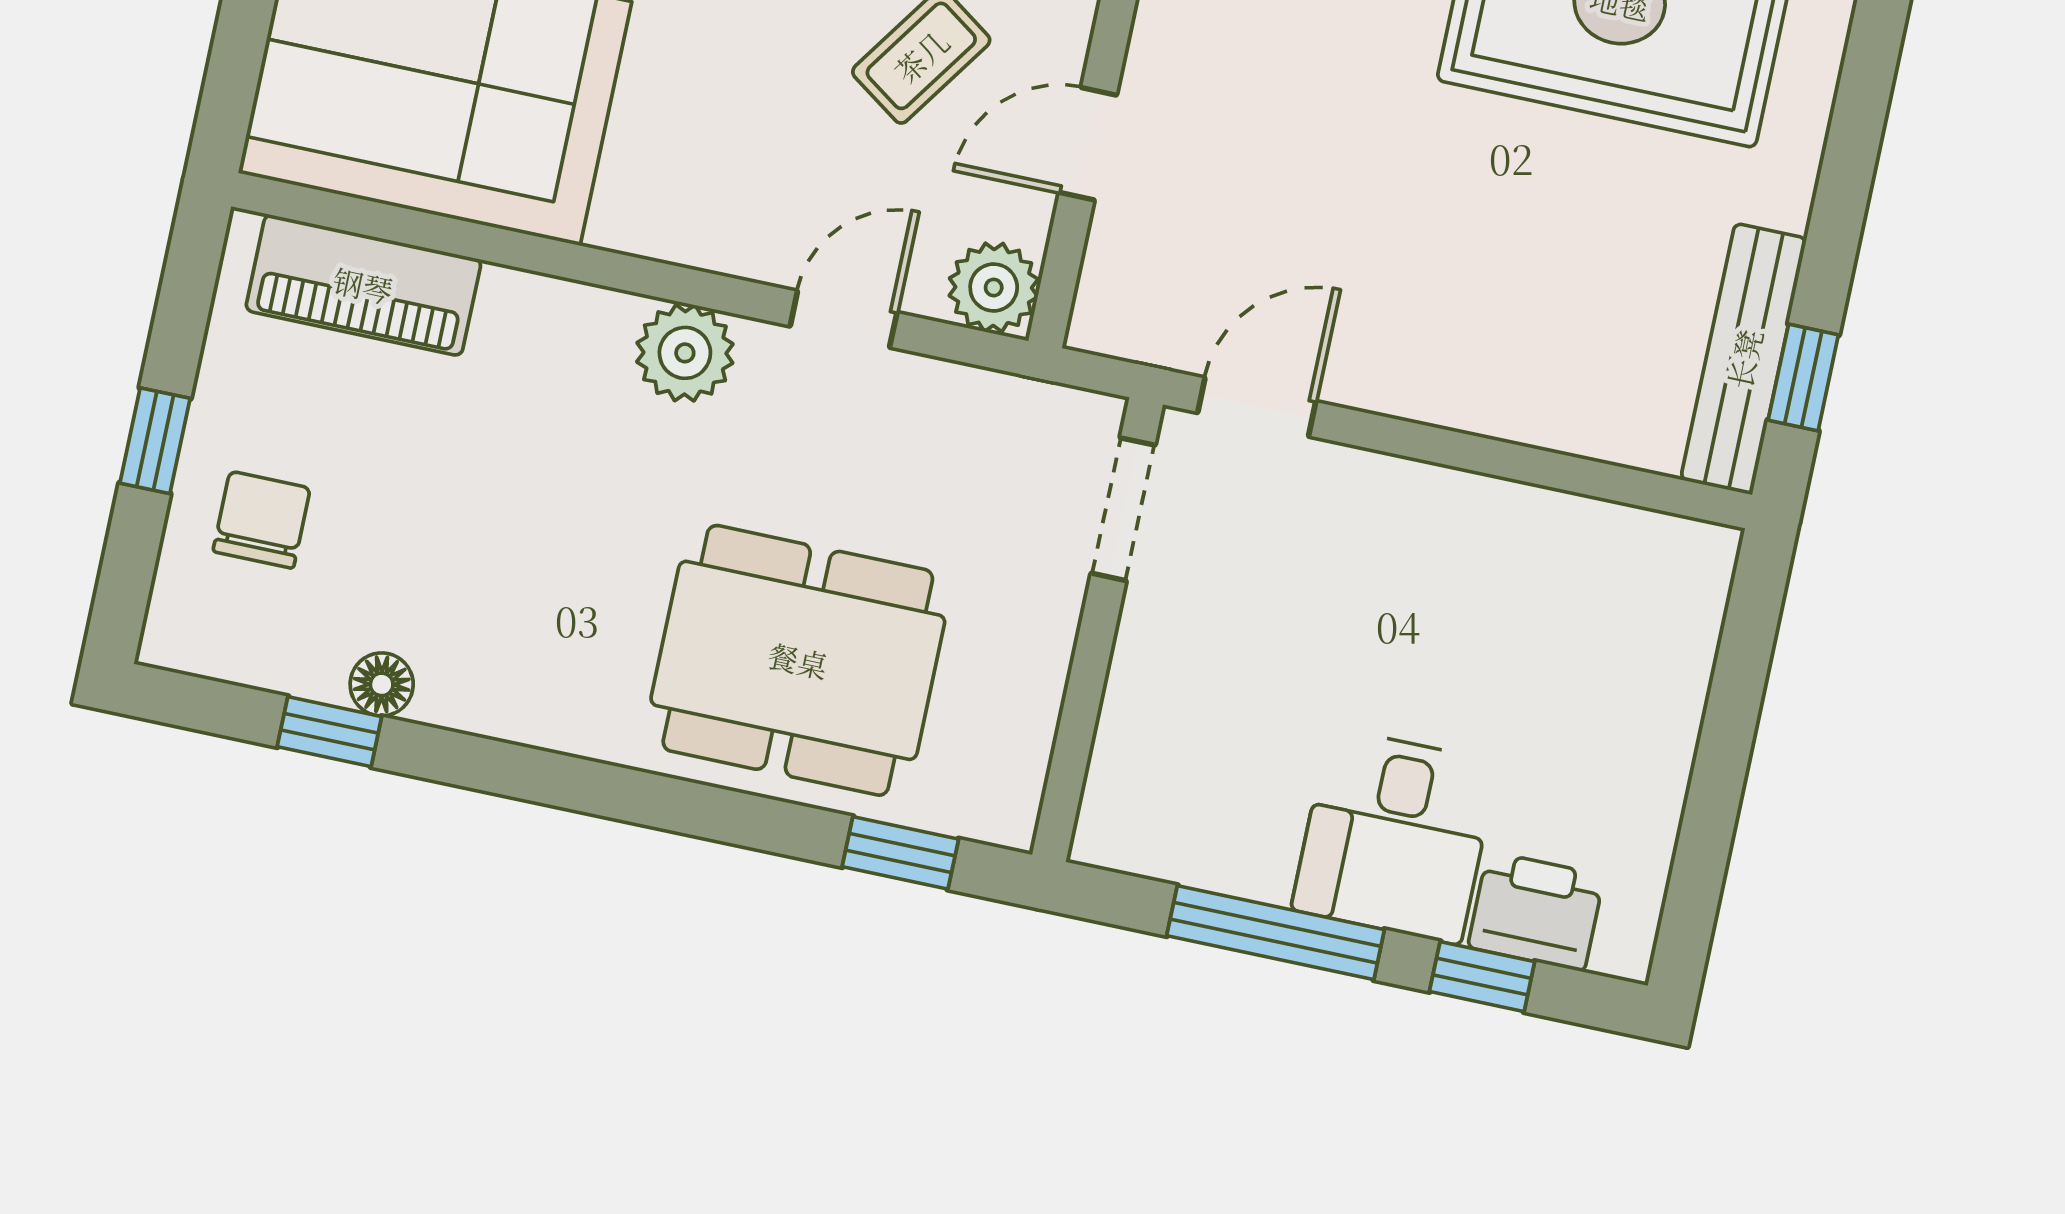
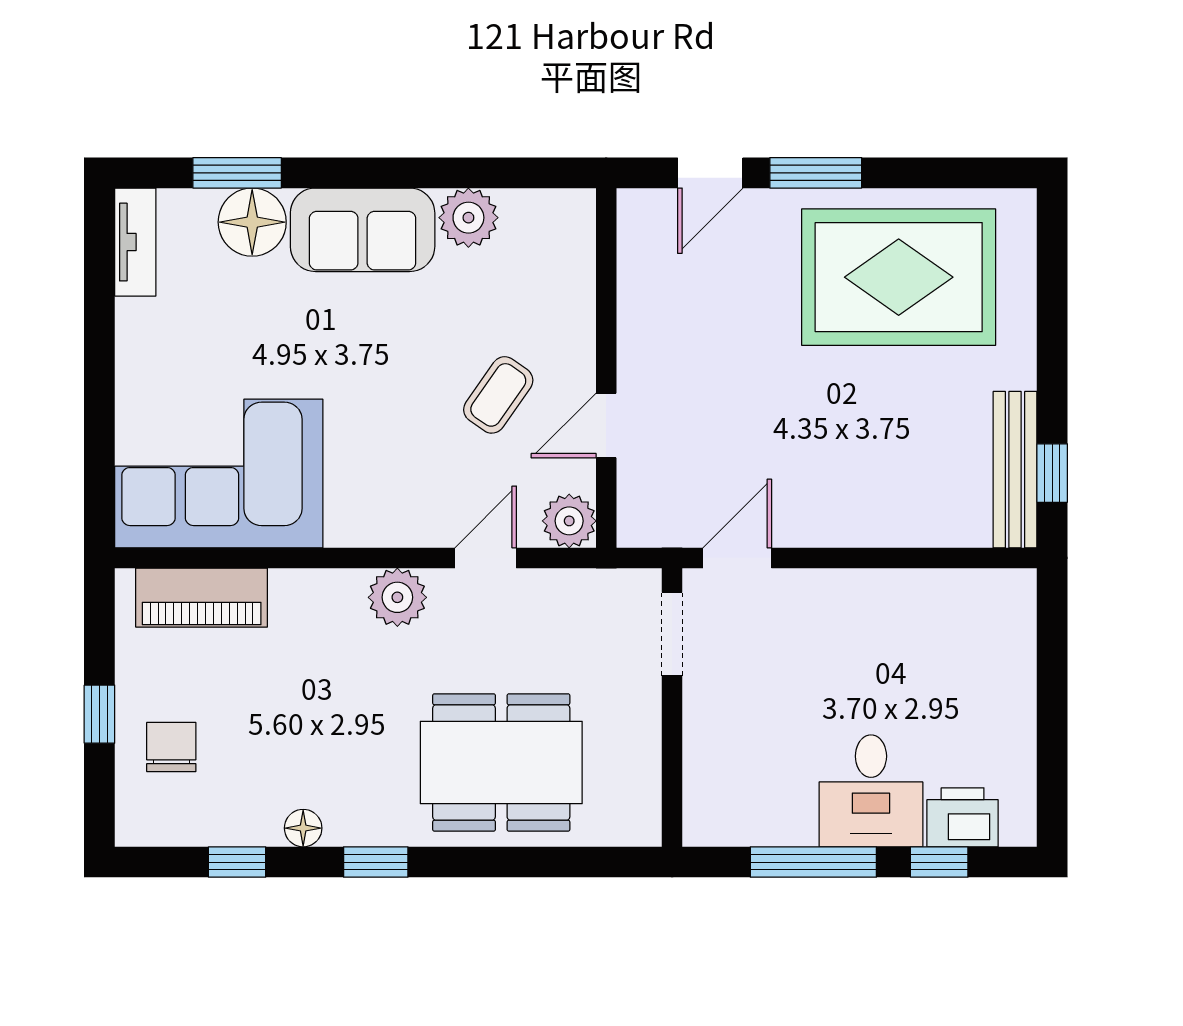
floor lamp: (382, 684) -> (303, 828), moved
window: (900, 853) -> (376, 862), moved

